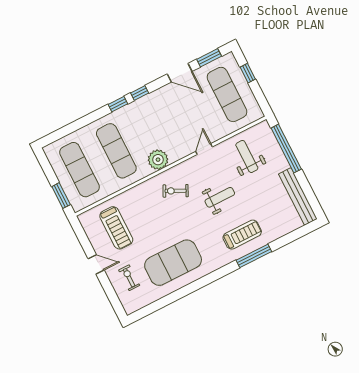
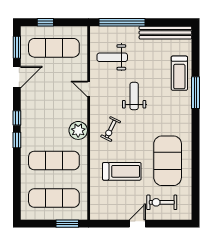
treadmill: (116, 228) -> (122, 171), moved
treadmill: (242, 235) -> (179, 73), moved, turned 180
exercise bike: (129, 278) -> (162, 202), width x1.38, depth x1.39

